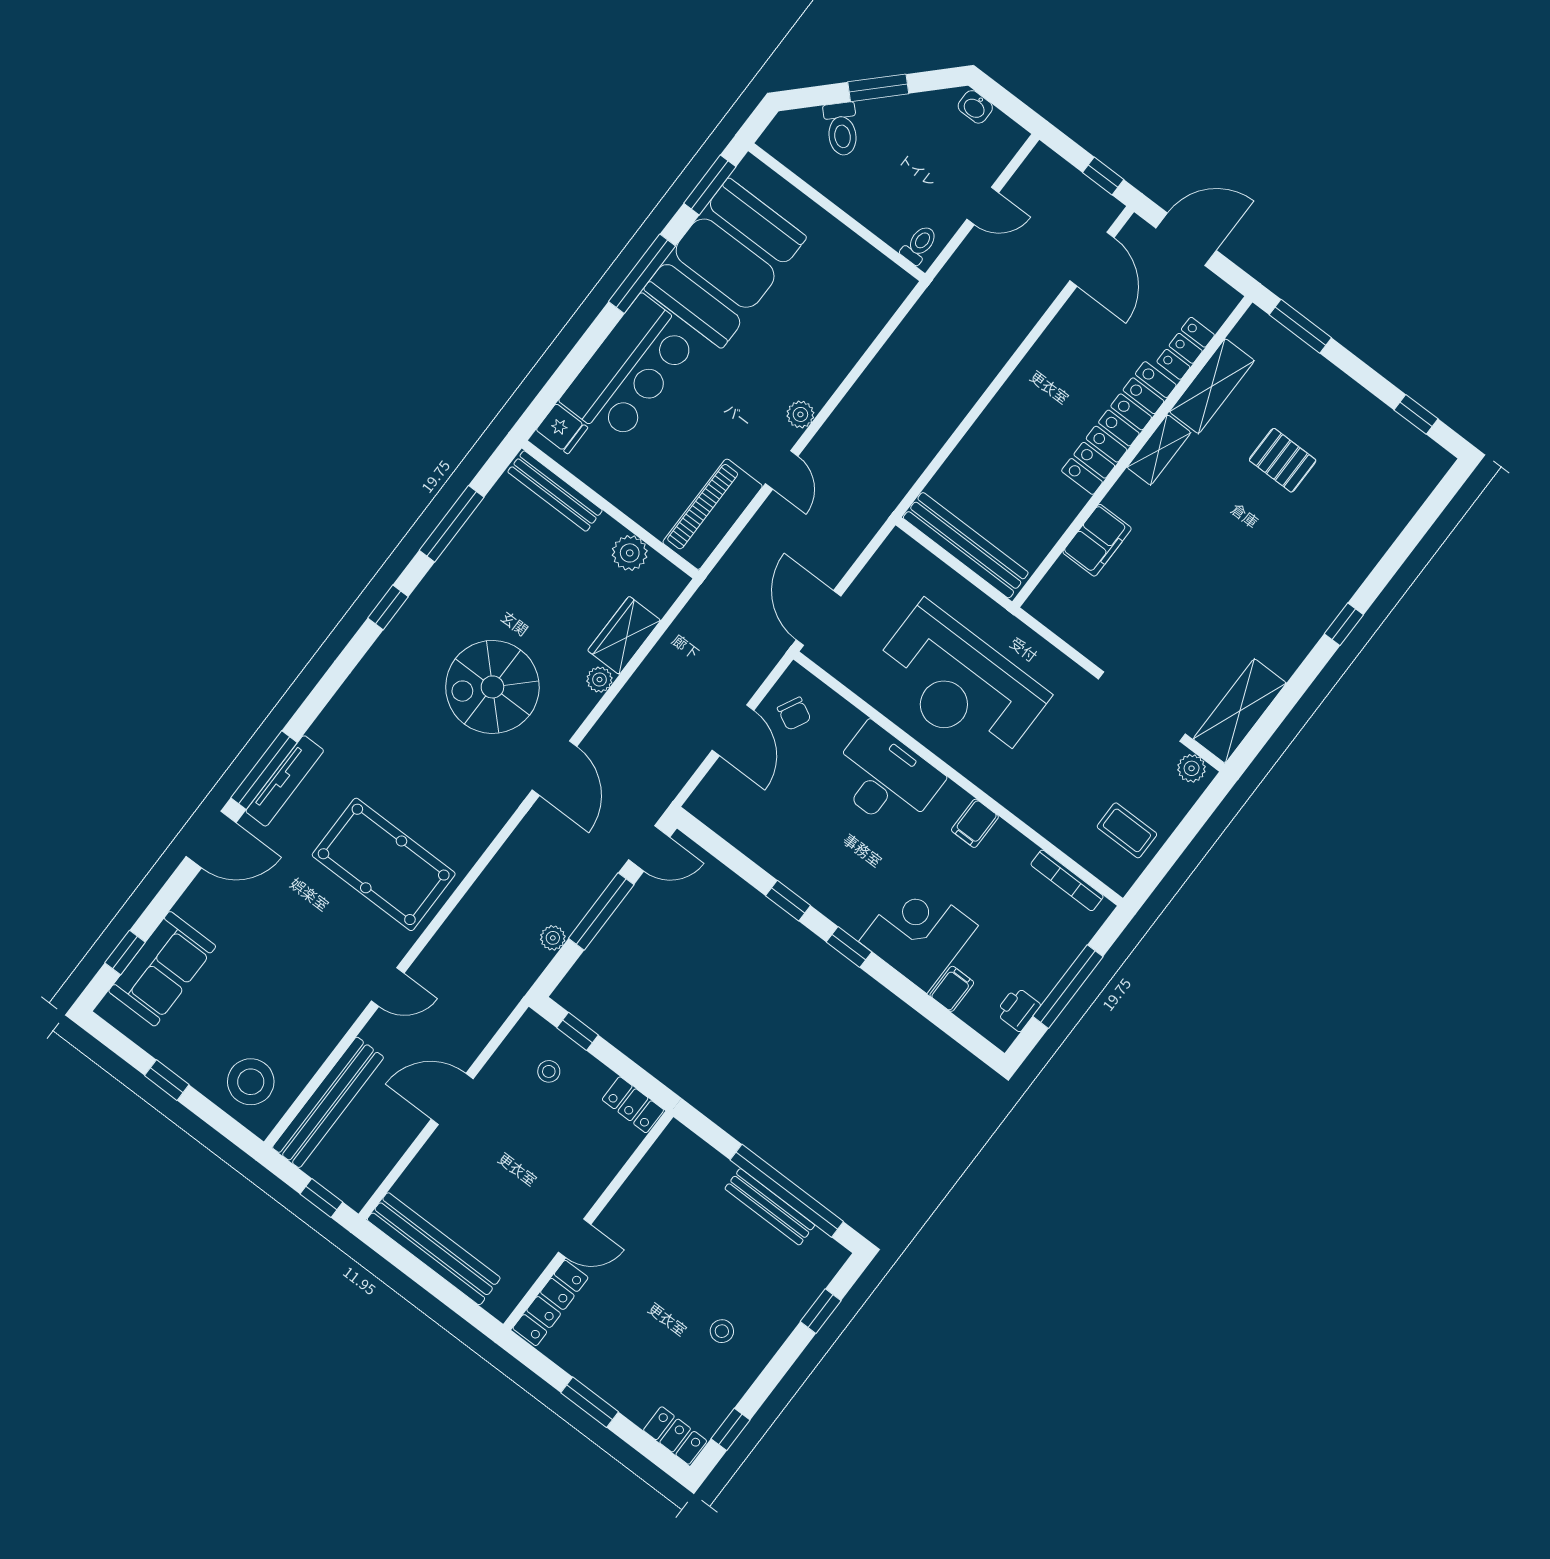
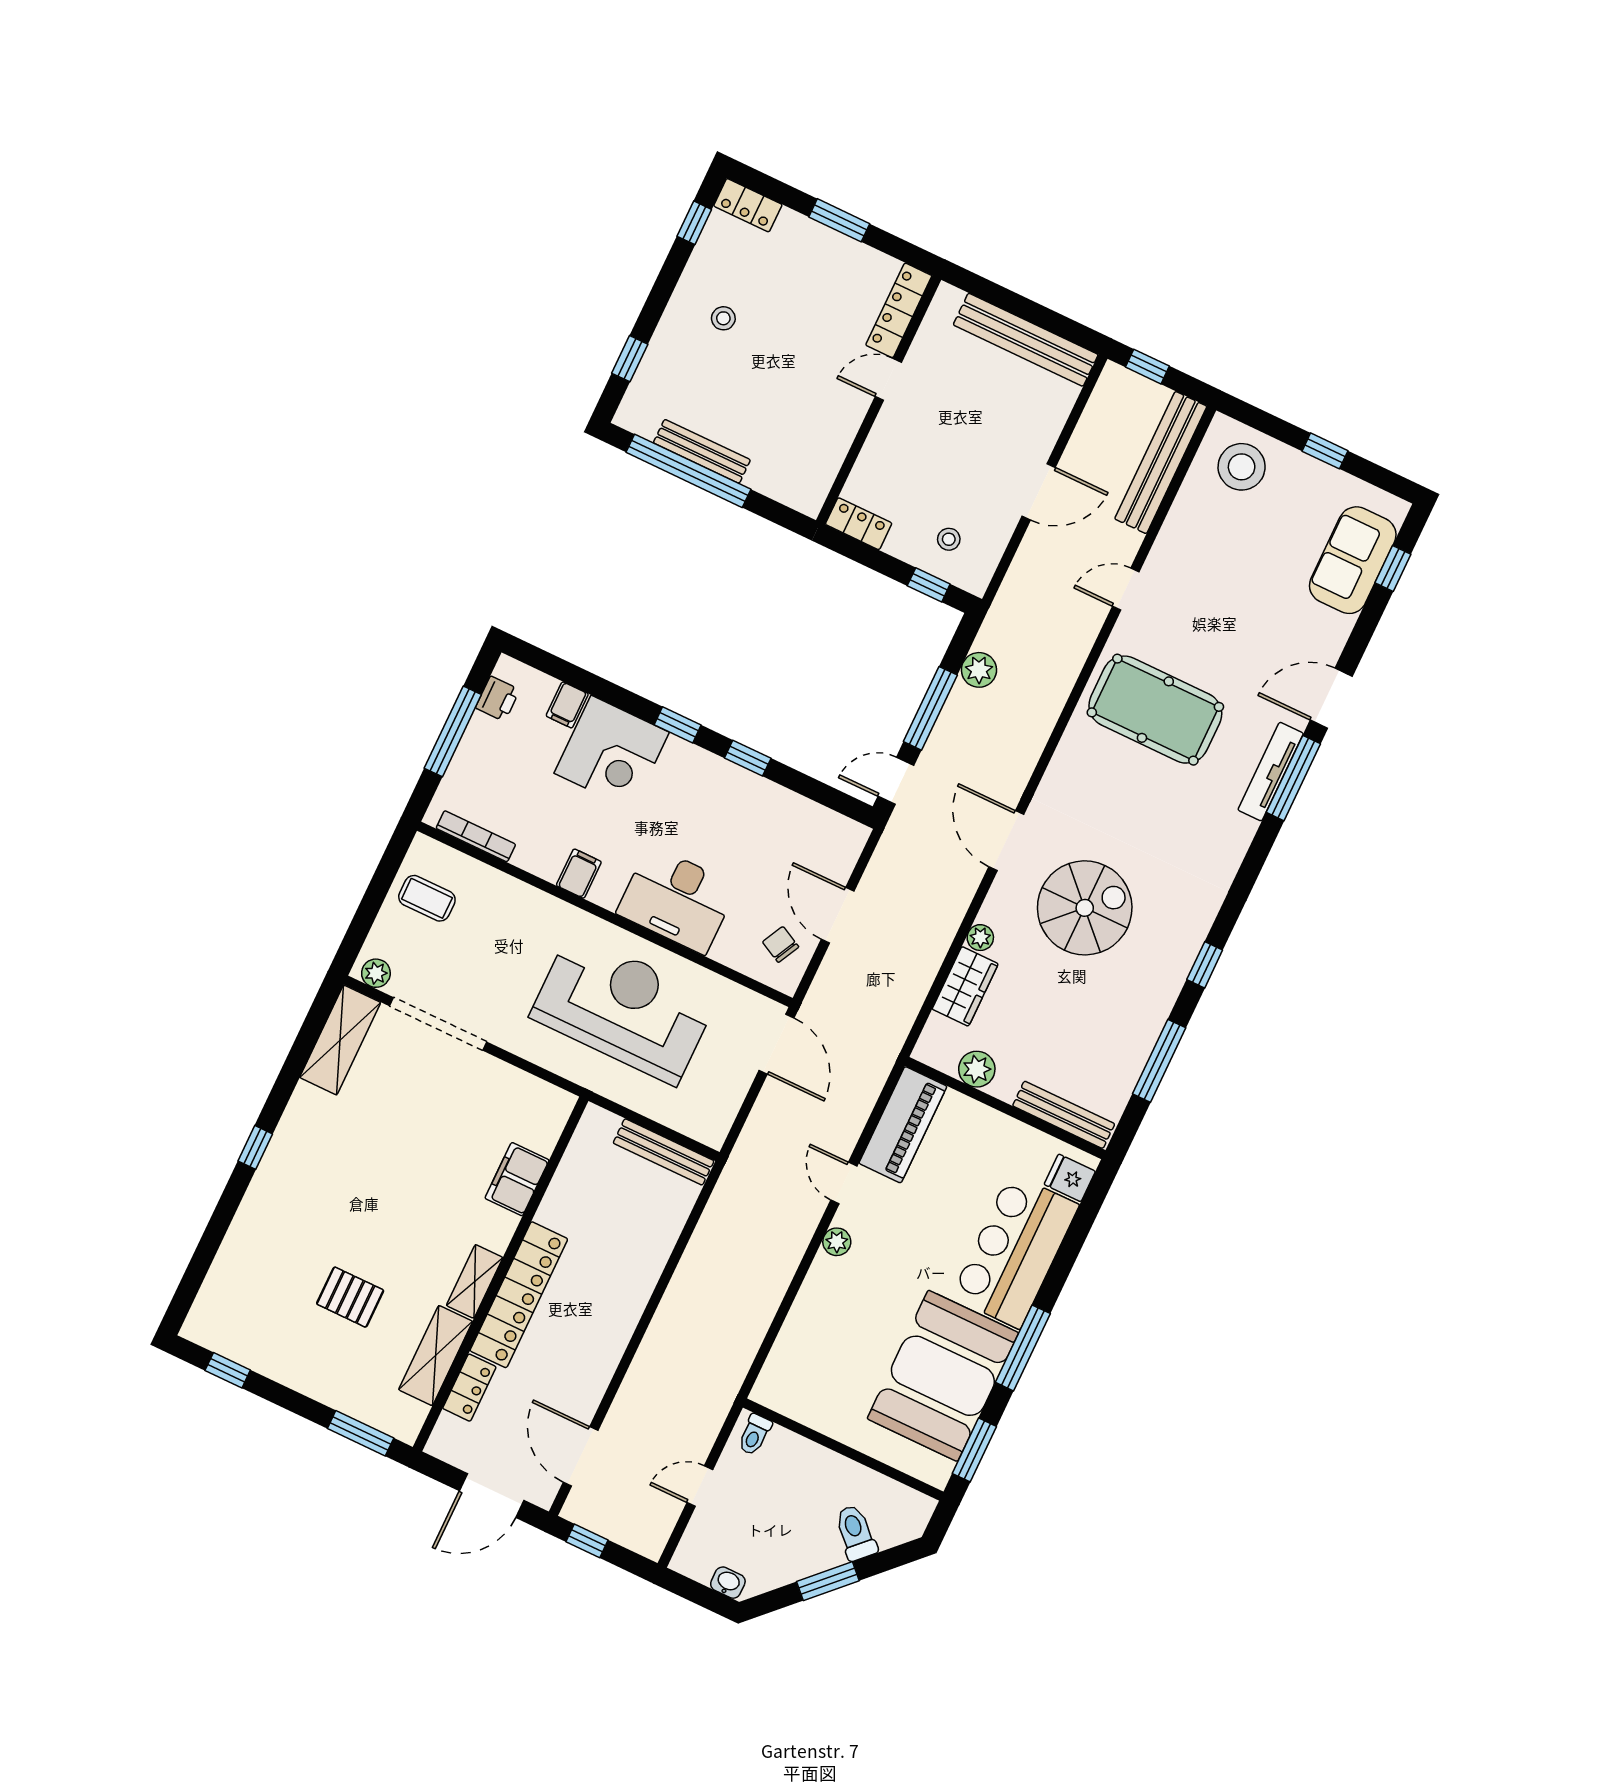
bench: (966, 545) -> (664, 1152), width x0.73, depth x0.82
plant: (553, 938) -> (979, 670), width x1.38, depth x1.38

